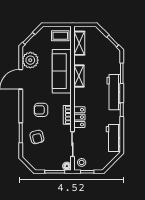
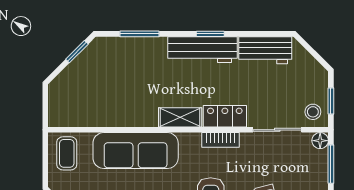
shelving: (79, 43) -> (81, 117), removed
shelving: (79, 76) -> (180, 117), moved
workbench: (114, 92) -> (202, 50), moved

